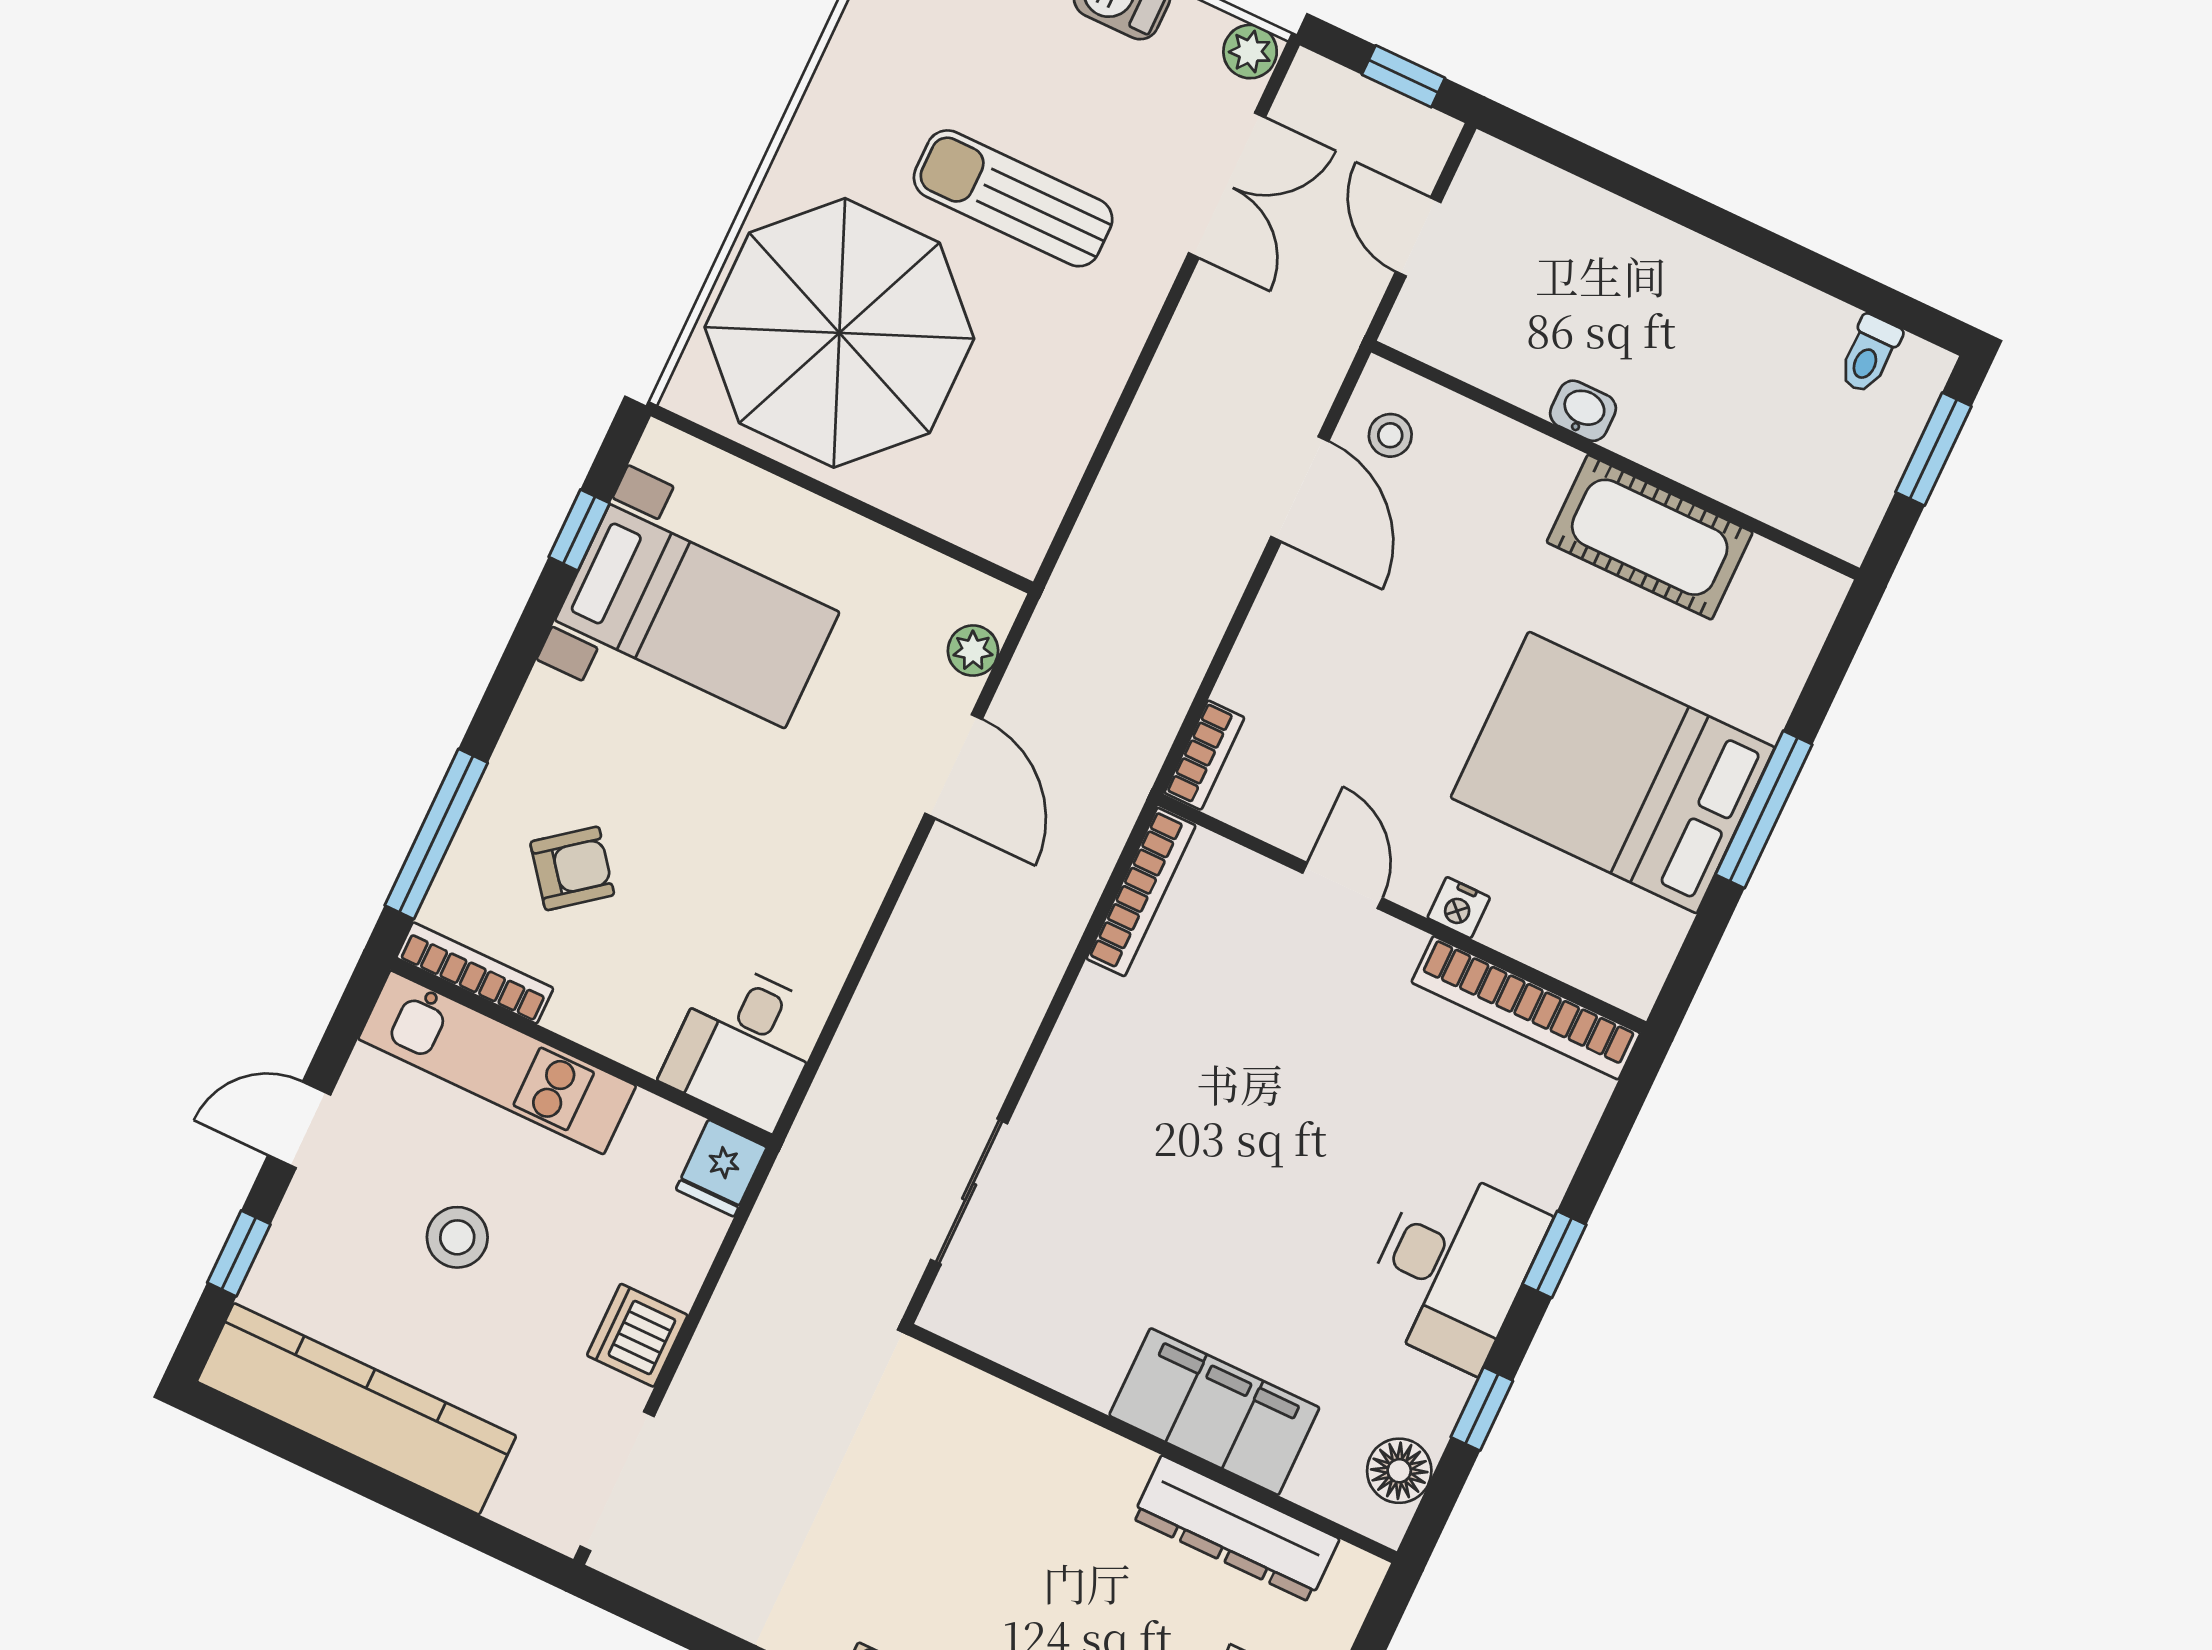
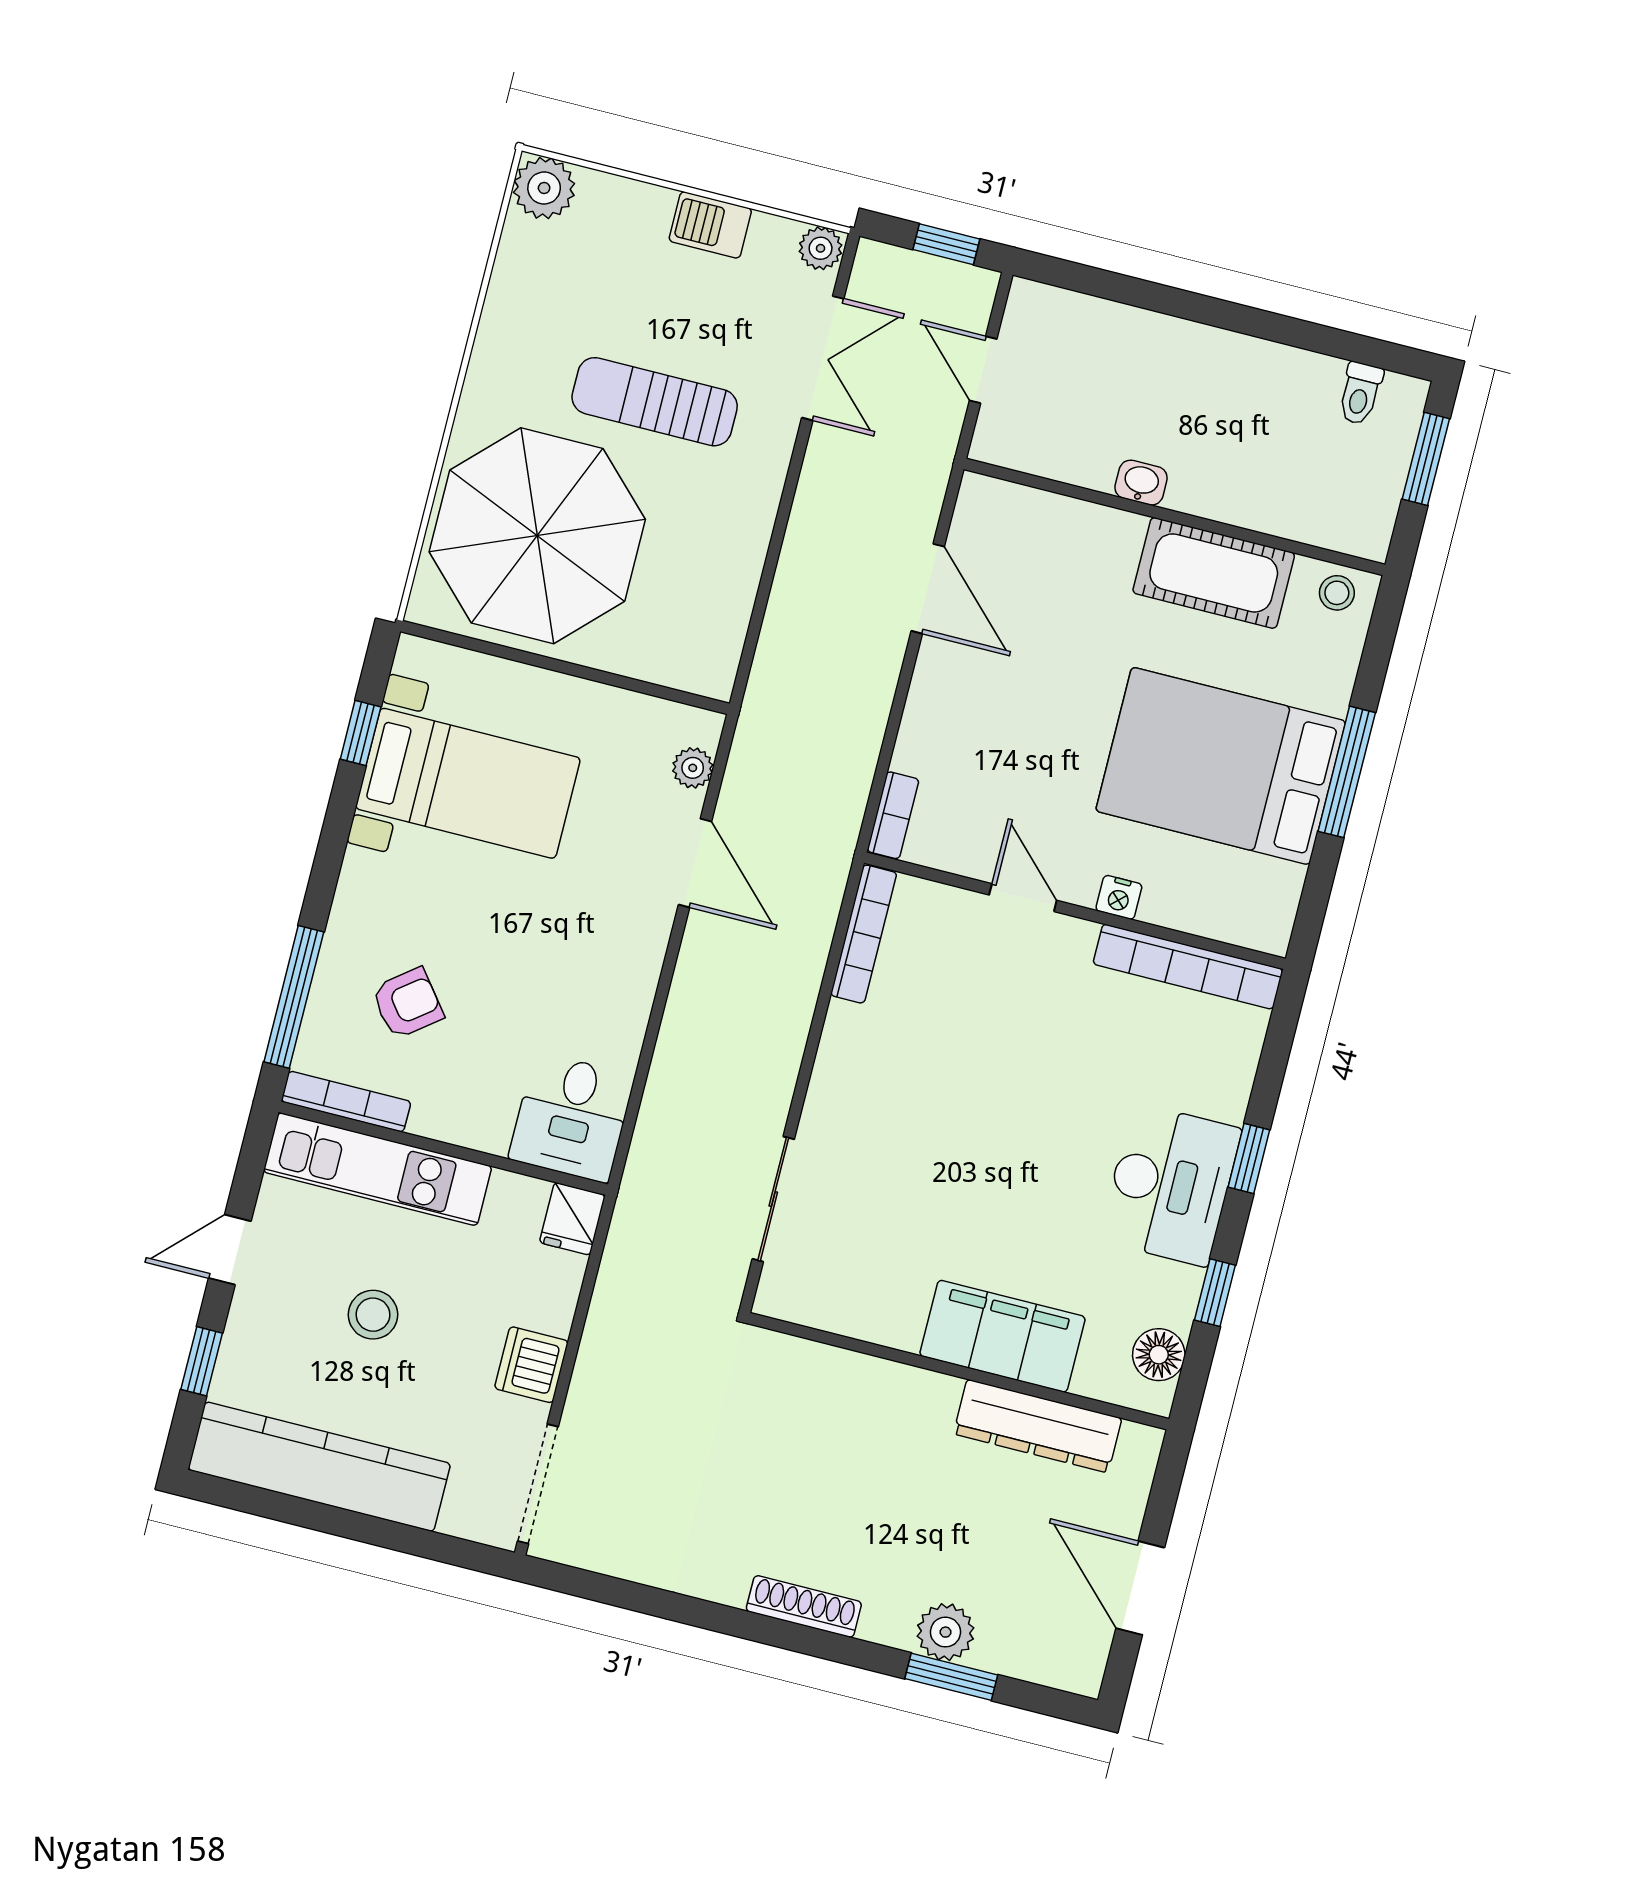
stool: (1390, 435) -> (1337, 593), moved

